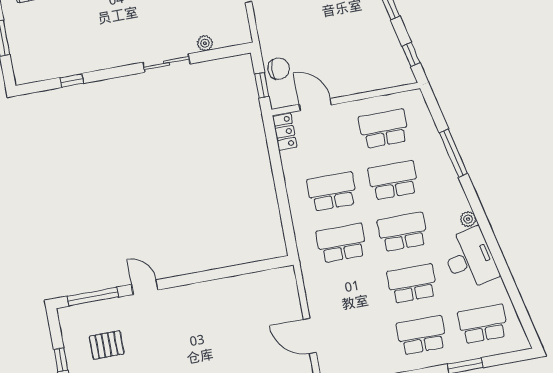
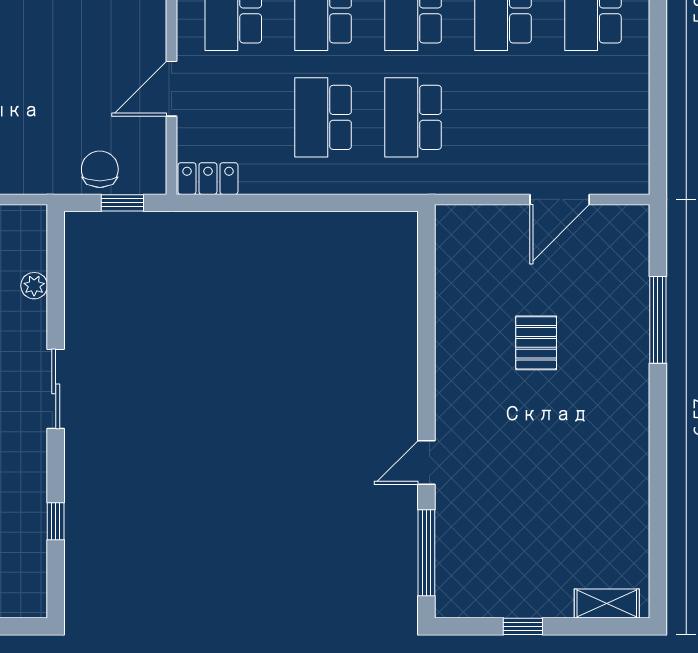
sliding door: (166, 63) -> (56, 389), moved
door: (315, 105) -> (172, 89), moved
pallet: (107, 345) -> (536, 343), moved

